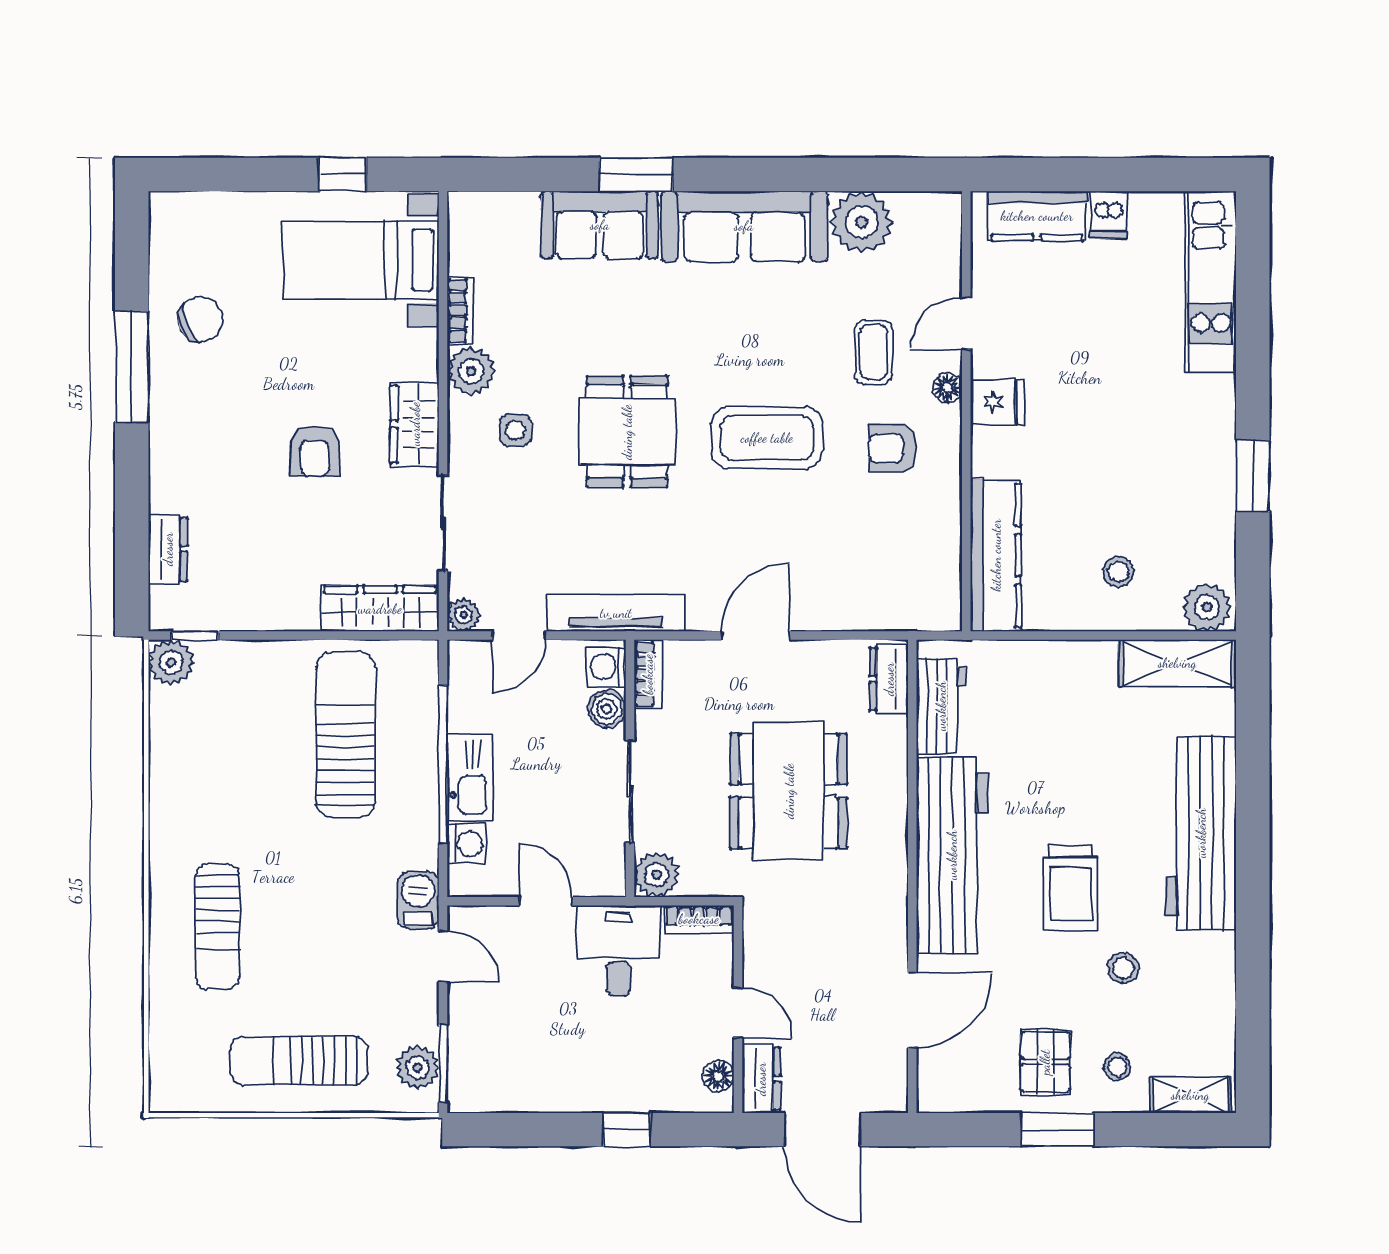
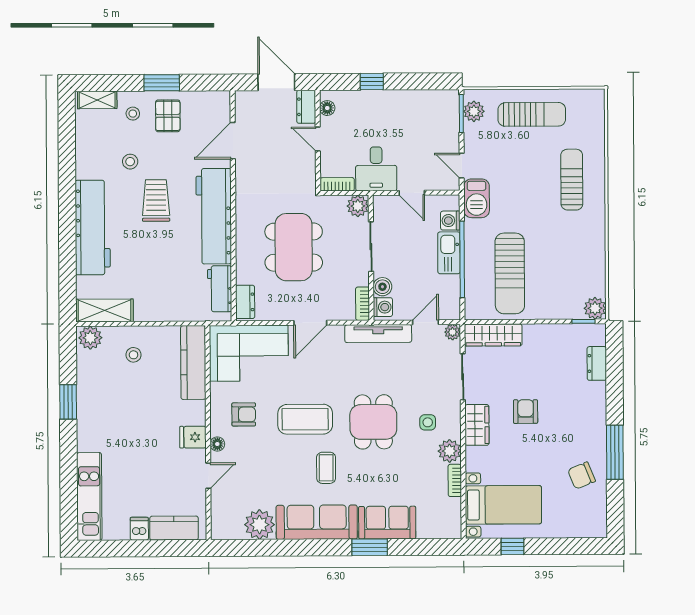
coffee table: (874, 352) -> (326, 468), moved
corner sofa: (882, 574) -> (249, 353), added
barbecue: (418, 900) -> (477, 198), width x1.38, depth x1.27

